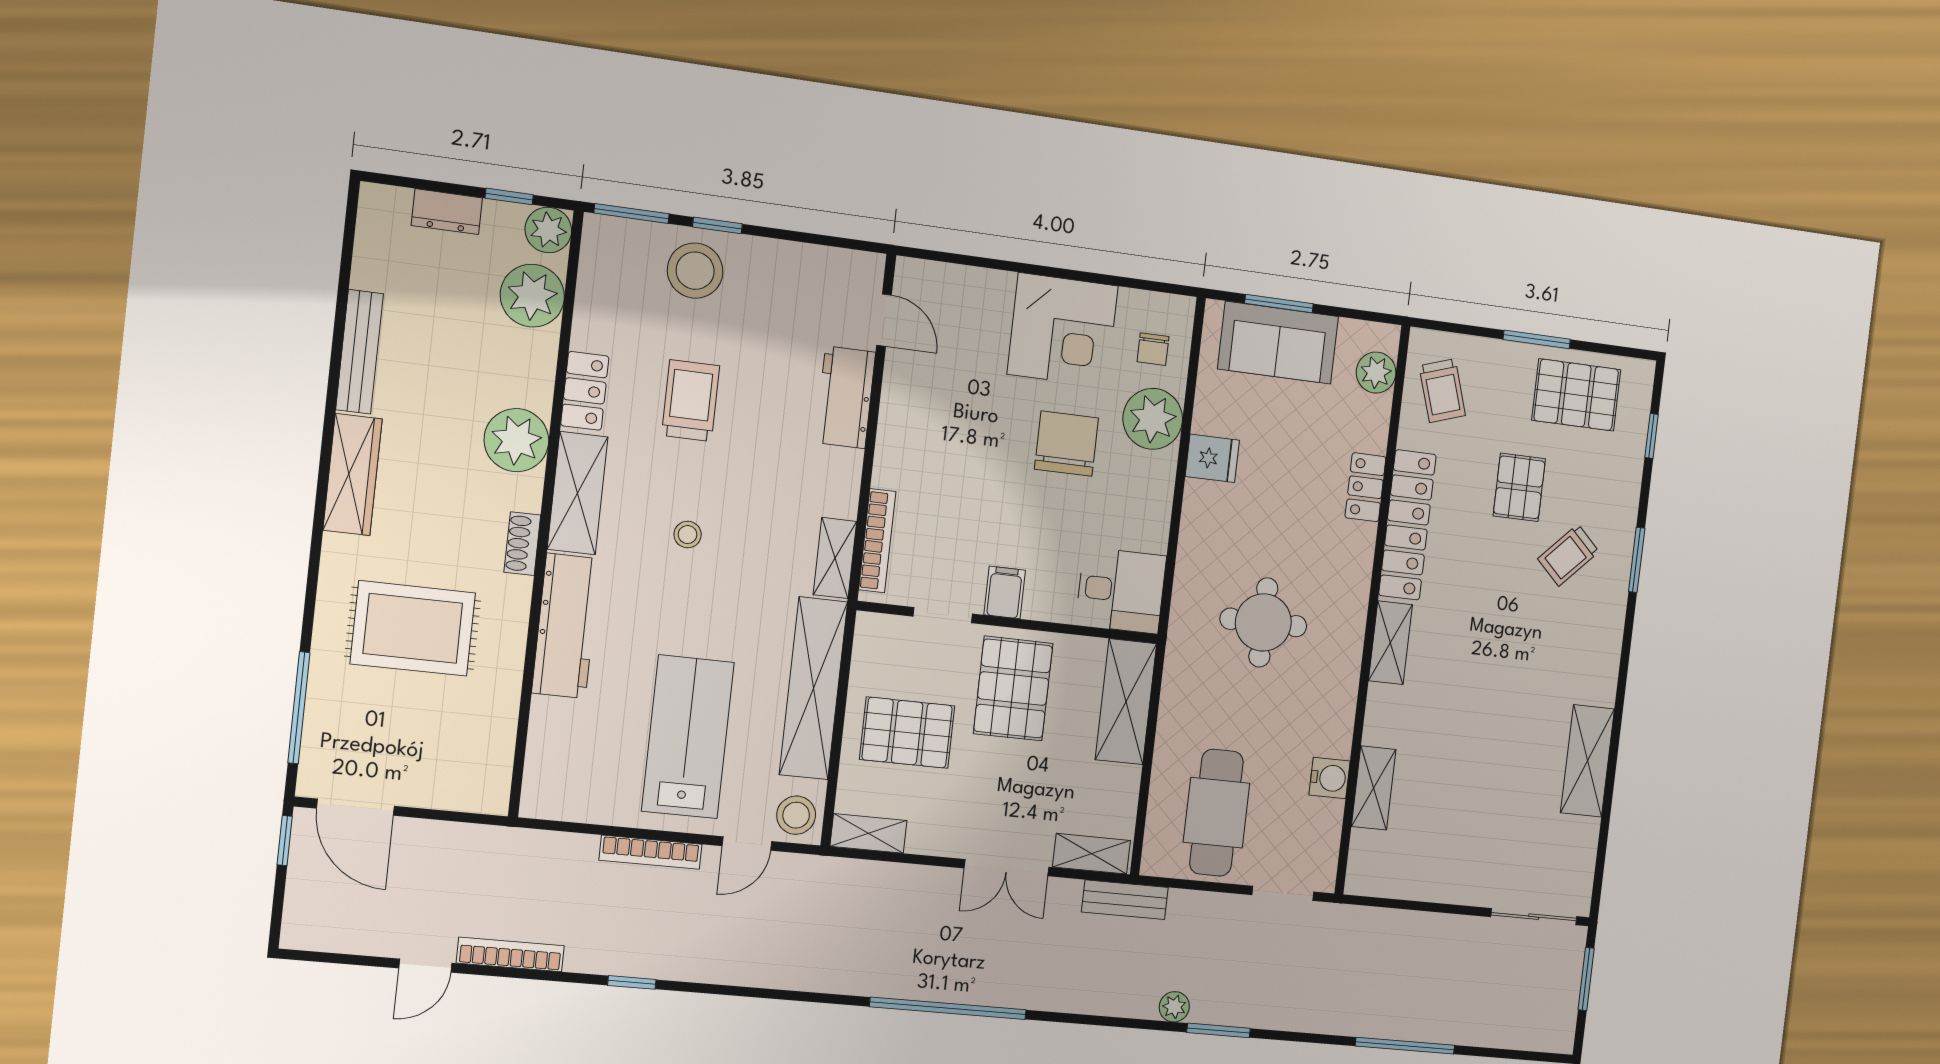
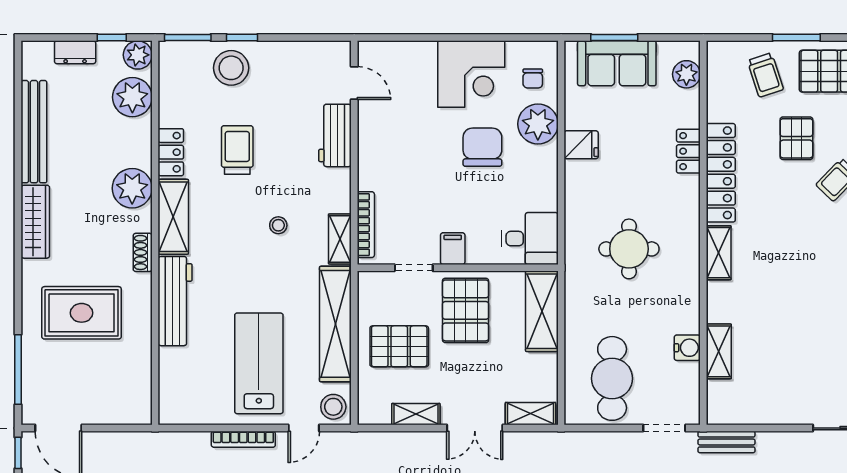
bench: (359, 352) -> (34, 132), width x1.37, depth x1.21
trolley: (1442, 391) -> (765, 75), moved
stool: (688, 535) -> (278, 225), moved
shelving: (868, 833) -> (416, 414), moved
bench: (1125, 900) -> (726, 442), moved

